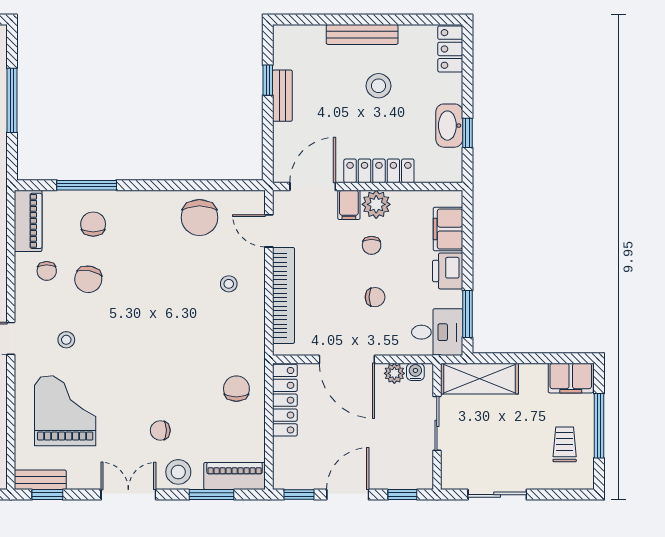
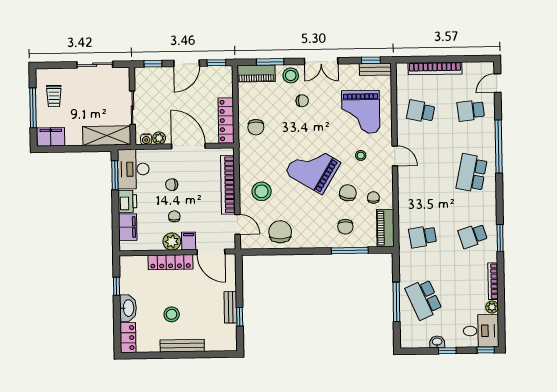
washbasin: (449, 126) -> (128, 308), moved
door: (313, 186) -> (211, 252), hinge flipped
stool: (229, 284) -> (262, 191), width x1.89, depth x1.89
grand piano: (145, 321) -> (313, 168), added
desk: (437, 332) -> (133, 169), width x1.37

